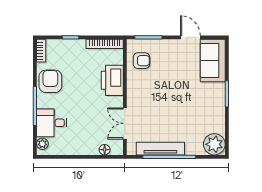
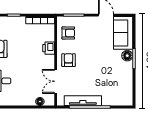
printer: (112, 80) -> (49, 48), width x0.53, depth x0.68
floor lamp: (218, 90) -> (127, 56), added
armchair: (142, 96) -> (69, 60), added
plant: (214, 144) -> (124, 97), removed

